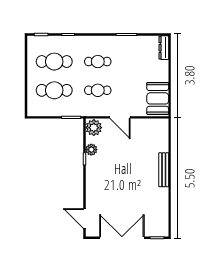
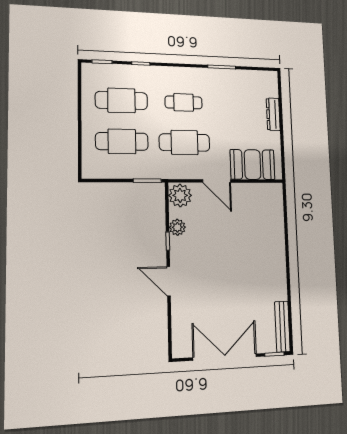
dresser: (164, 48) -> (273, 114), moved
cafe table: (98, 90) -> (185, 142), width x1.37, depth x1.35
booth: (158, 98) -> (253, 165), moved, turned 90
bench: (164, 170) -> (282, 327), moved
door: (85, 218) -> (169, 281), moved

